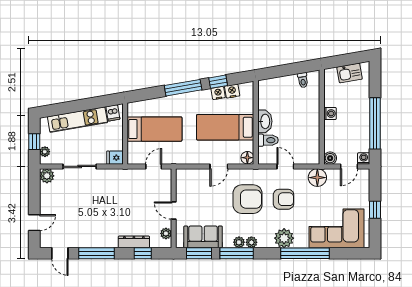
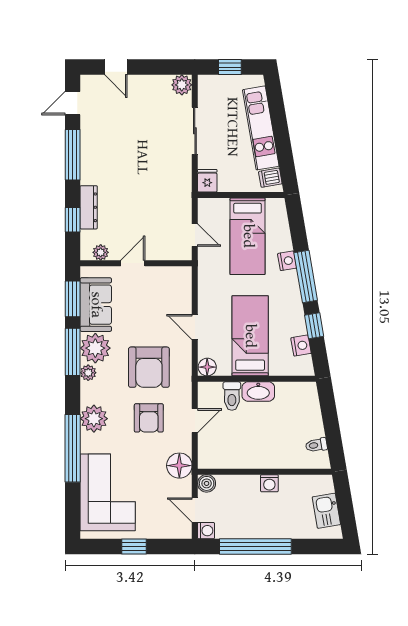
nightstand: (218, 93) -> (287, 261), moved
plant: (45, 152) -> (216, 82), removed
plant: (239, 242) -> (95, 348), width x1.87, depth x1.87

